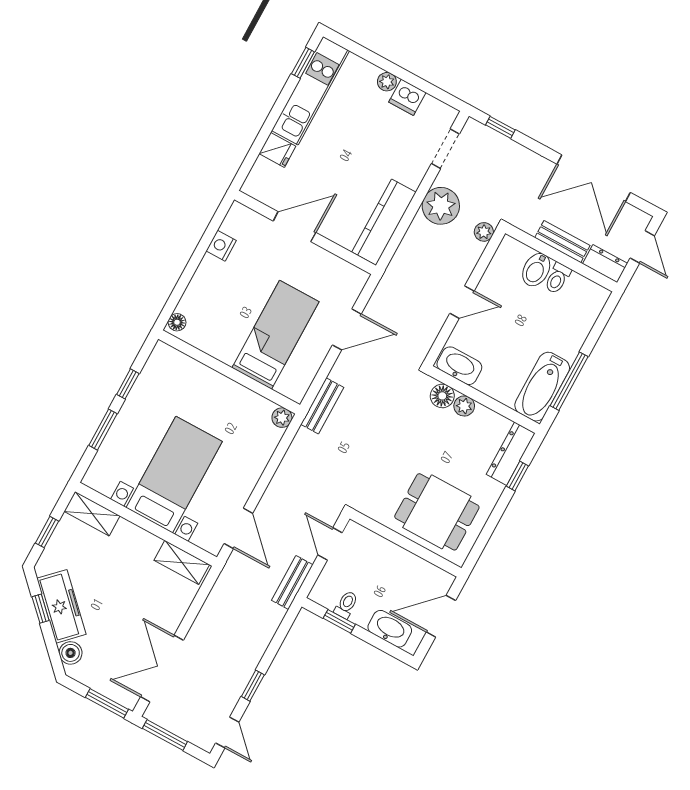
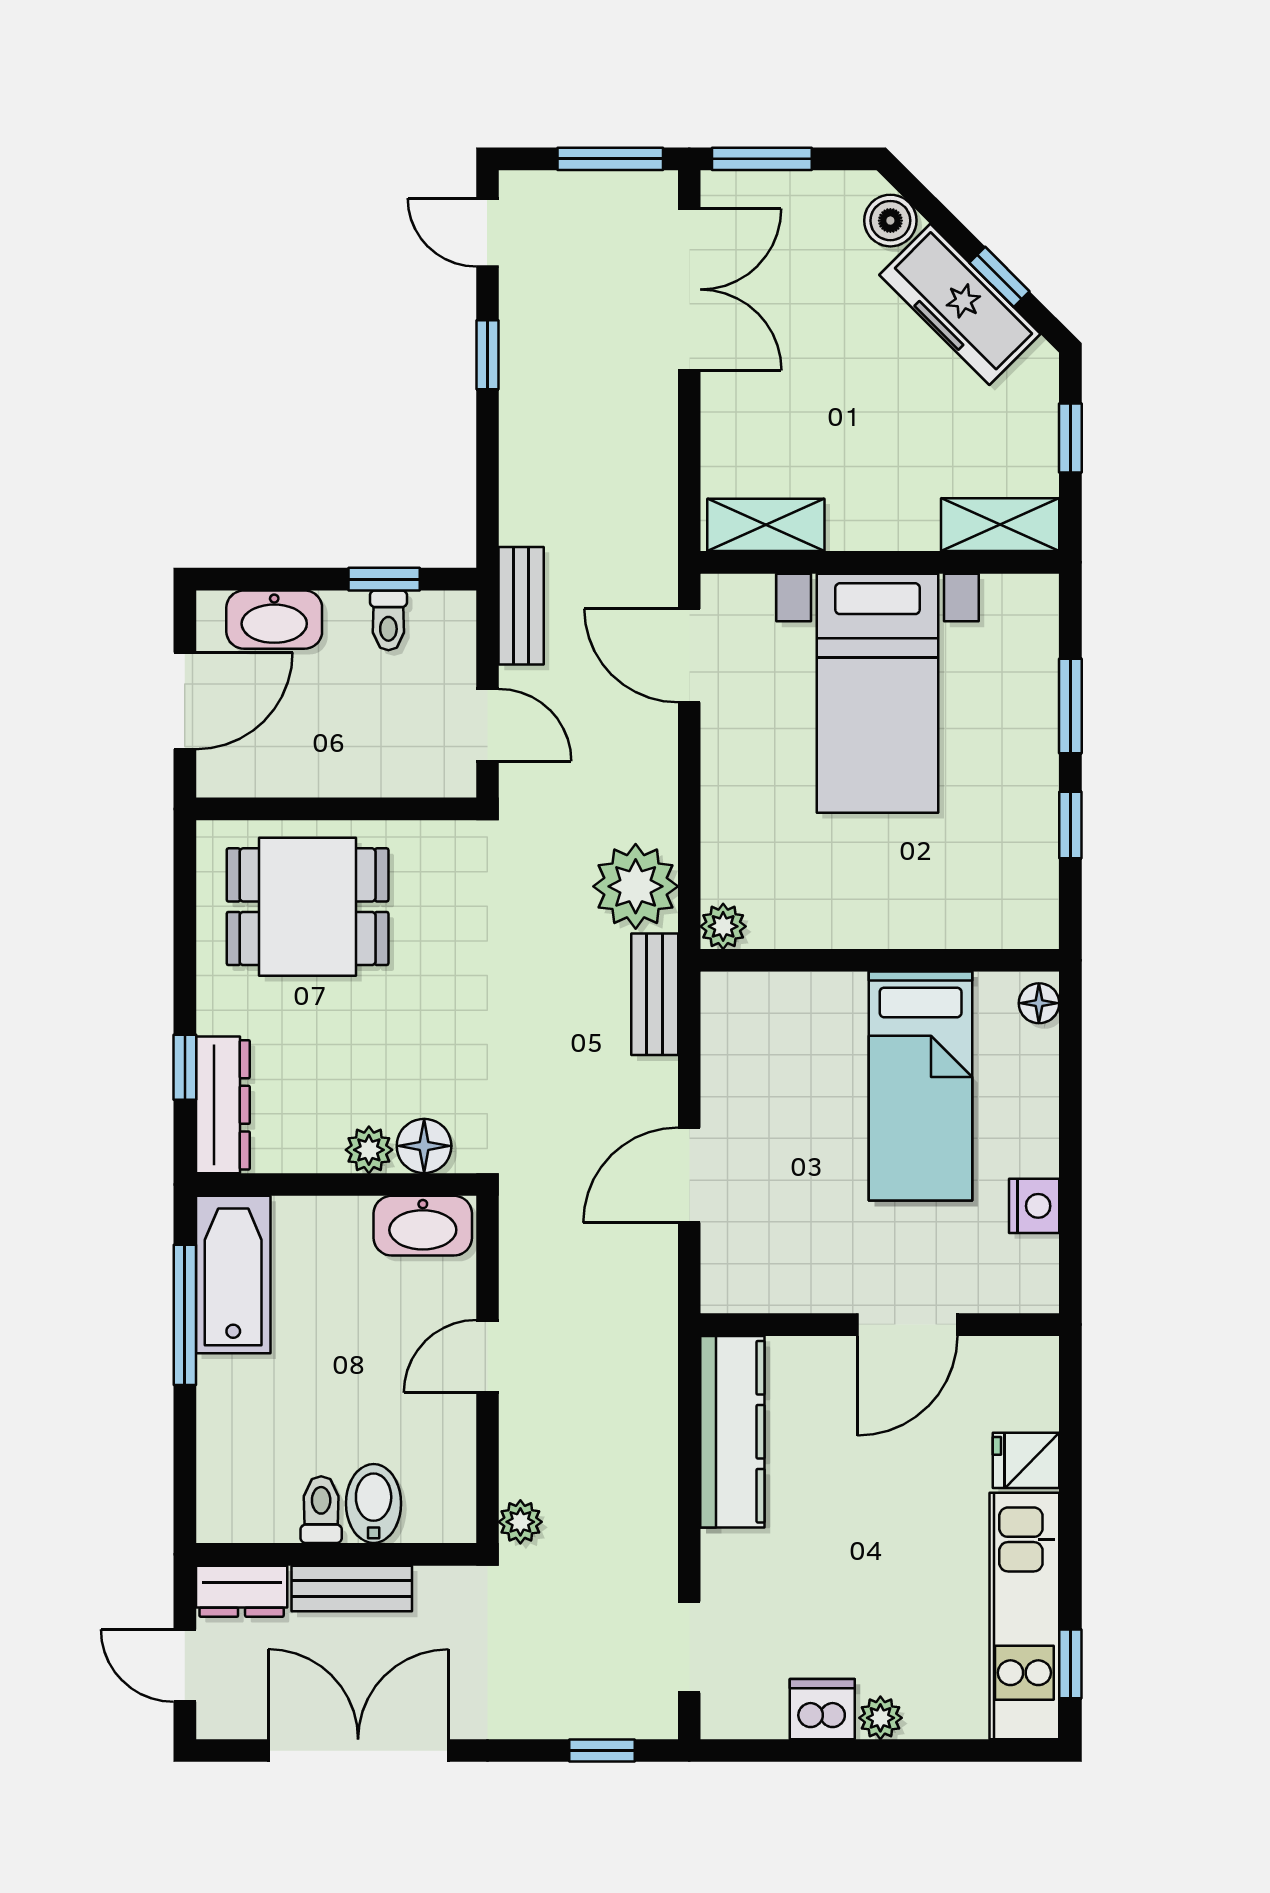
plant: (441, 206) -> (636, 886), moved
bed: (275, 335) -> (921, 1086), moved

